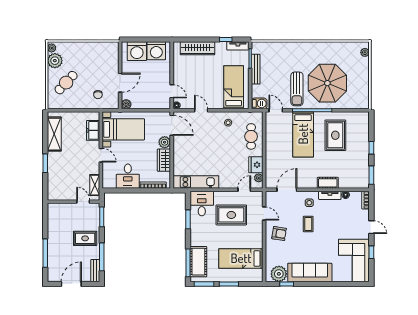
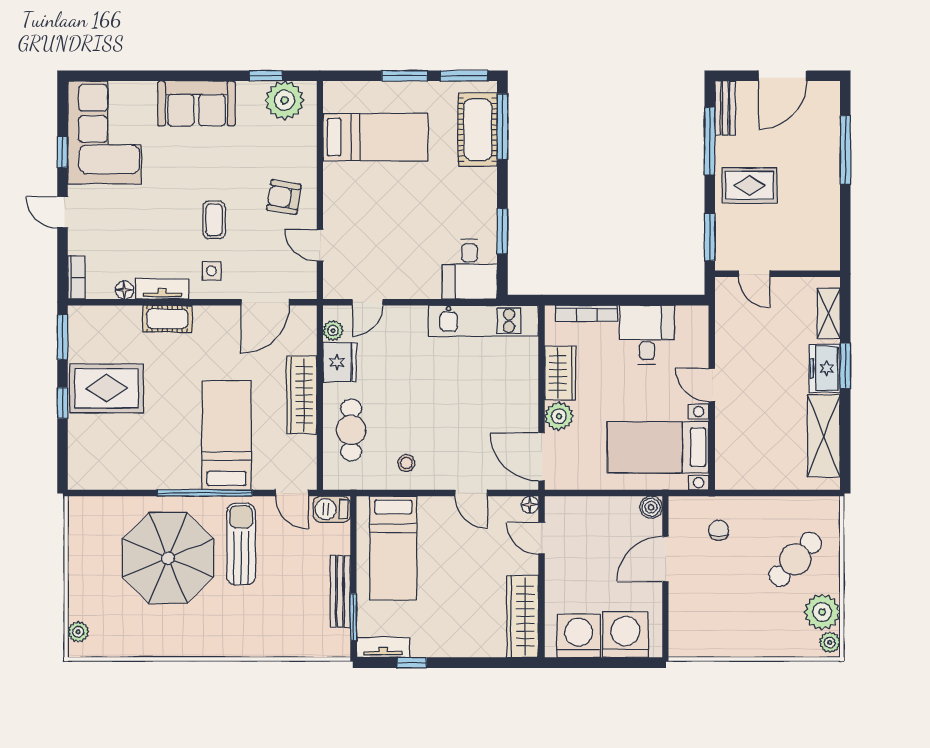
wardrobe: (198, 48) -> (523, 616), moved, turned -90
freezer: (93, 130) -> (825, 368), moved, turned 180
rug: (335, 135) -> (107, 388), moved, turned 90
wardrobe: (272, 151) -> (302, 395), added
shelving: (95, 185) -> (829, 314), moved
rug: (231, 215) -> (399, 242), removed
sofa: (310, 273) -> (196, 103), width x0.73

